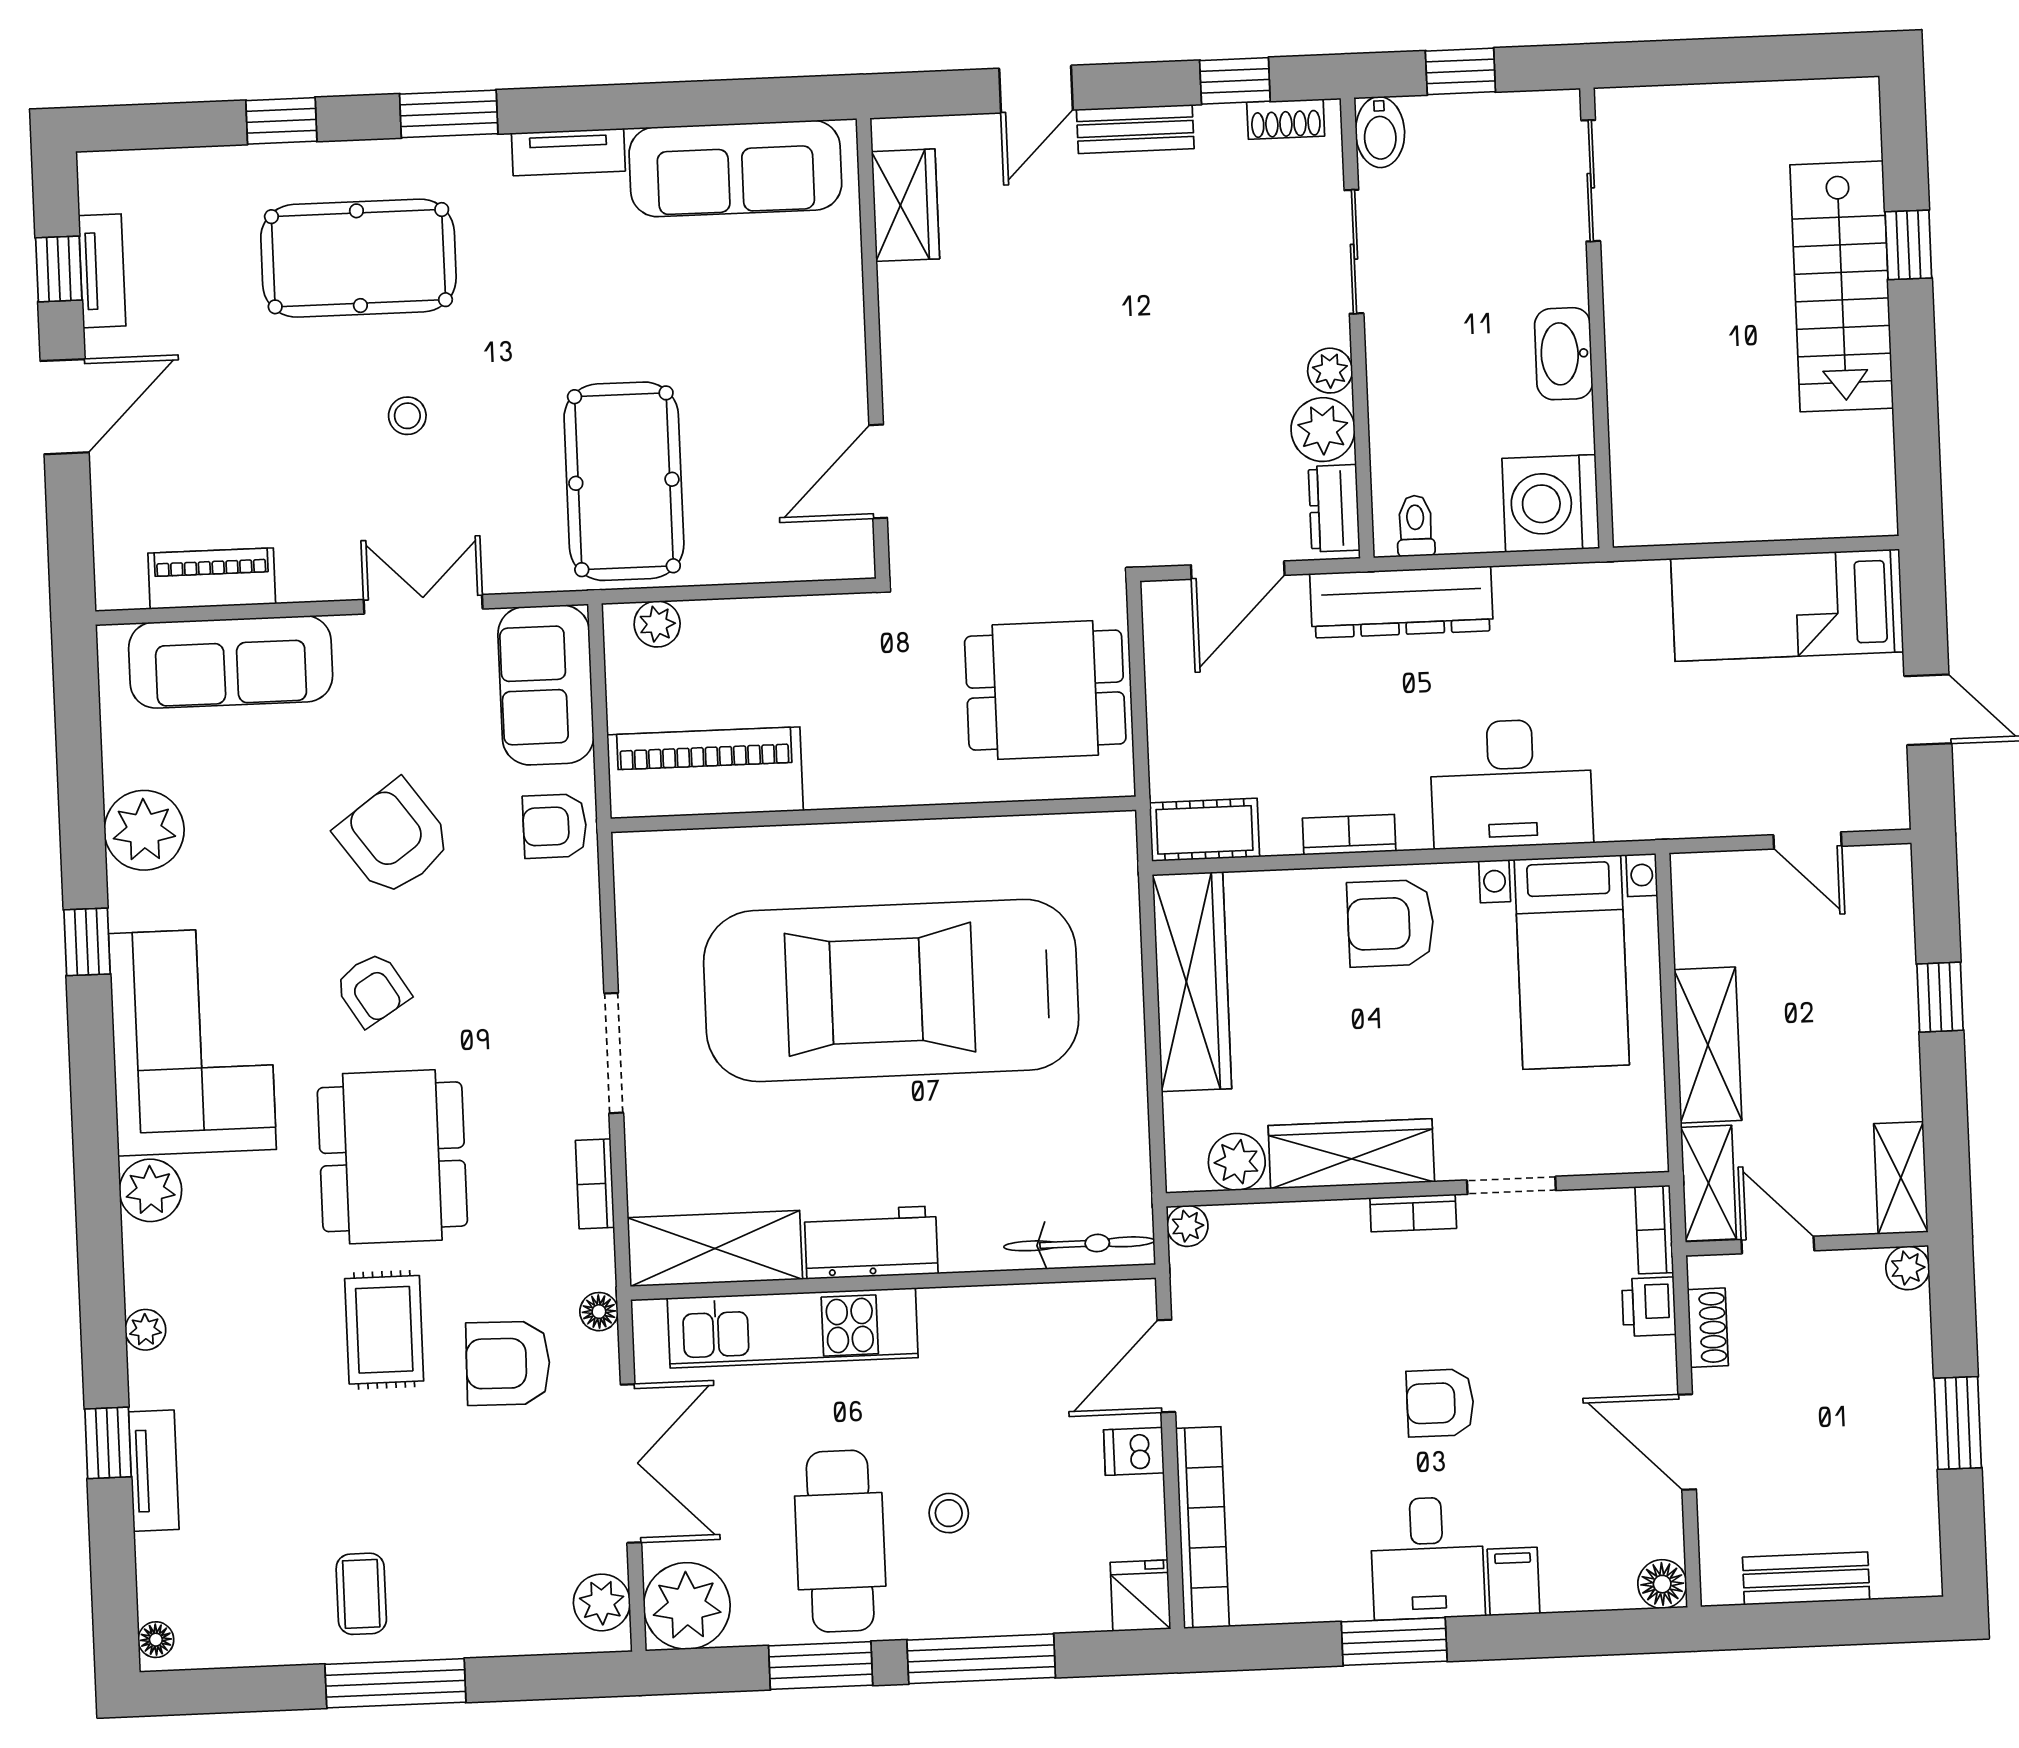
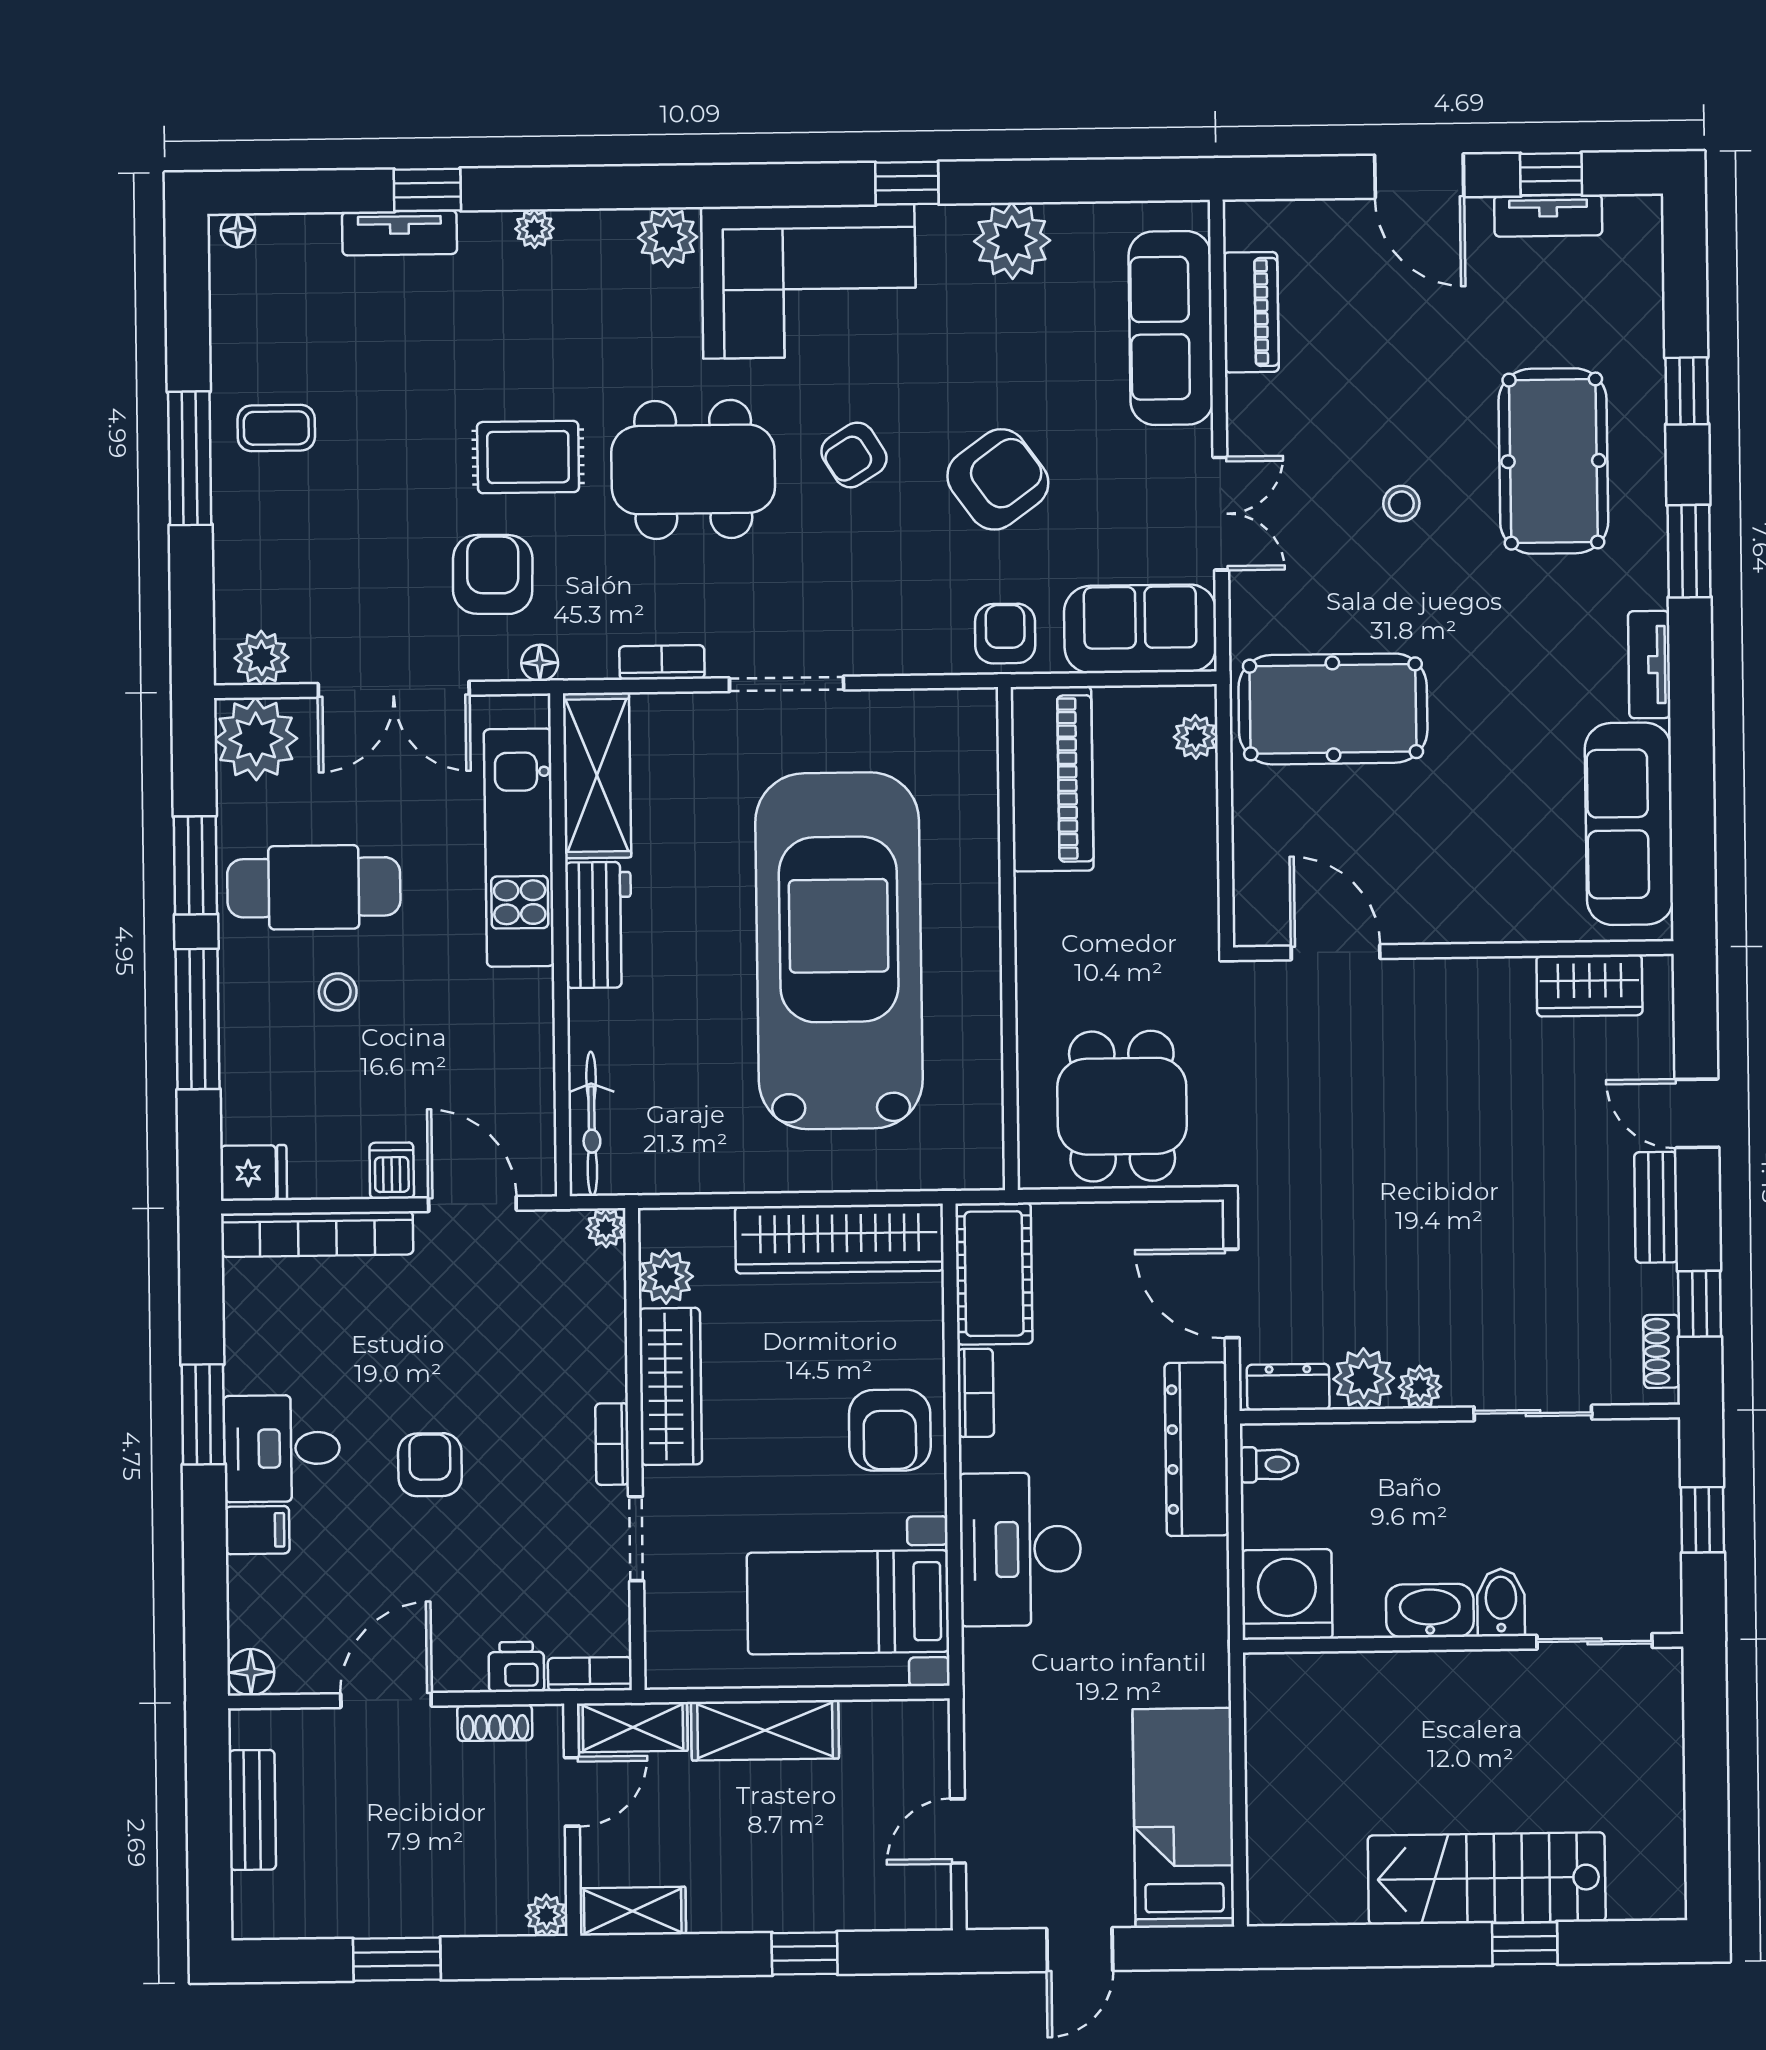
bidet: (1380, 132) -> (1501, 1602), moved, turned 90
cot: (1204, 830) -> (994, 1274), width x1.37, depth x1.34
armchair: (1391, 923) -> (890, 1430), turned 180

